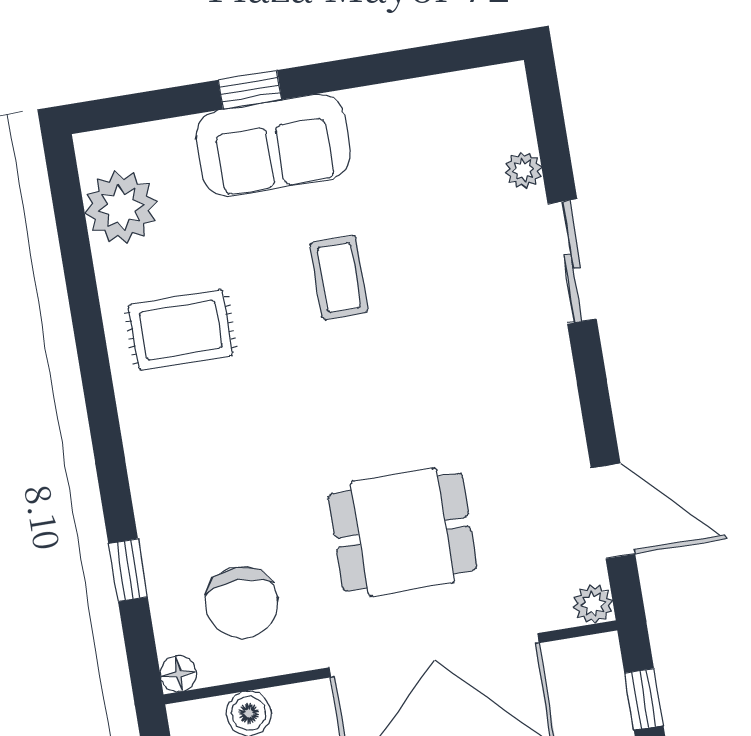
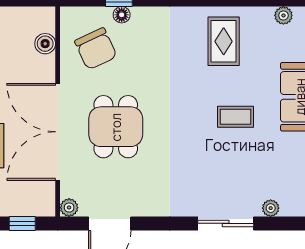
plant: (121, 207) -> (283, 15), width x0.53, depth x0.53
chair: (242, 603) -> (96, 49), turned -115
floor lamp: (178, 674) -> (122, 15), moved

